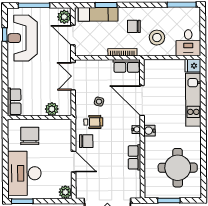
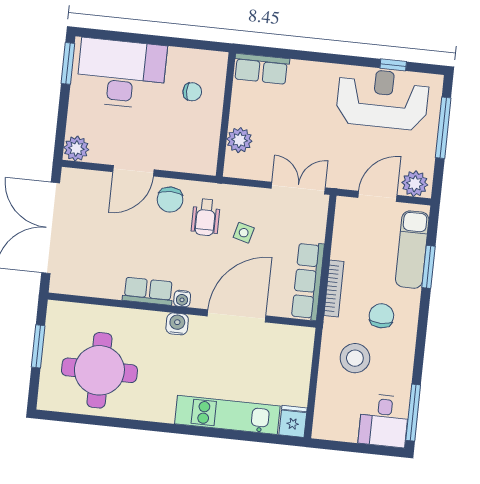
desk: (188, 43) -> (384, 421), moved, turned -90
row of seats: (127, 66) -> (308, 281), width x1.48
chair: (30, 136) -> (192, 92), width x0.54, depth x0.54
row of seats: (134, 157) -> (148, 291), moved

